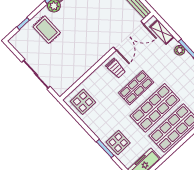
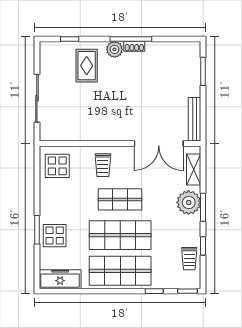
plant: (180, 50) -> (189, 202), width x1.88, depth x1.88
trolley: (116, 68) -> (103, 165), moved

